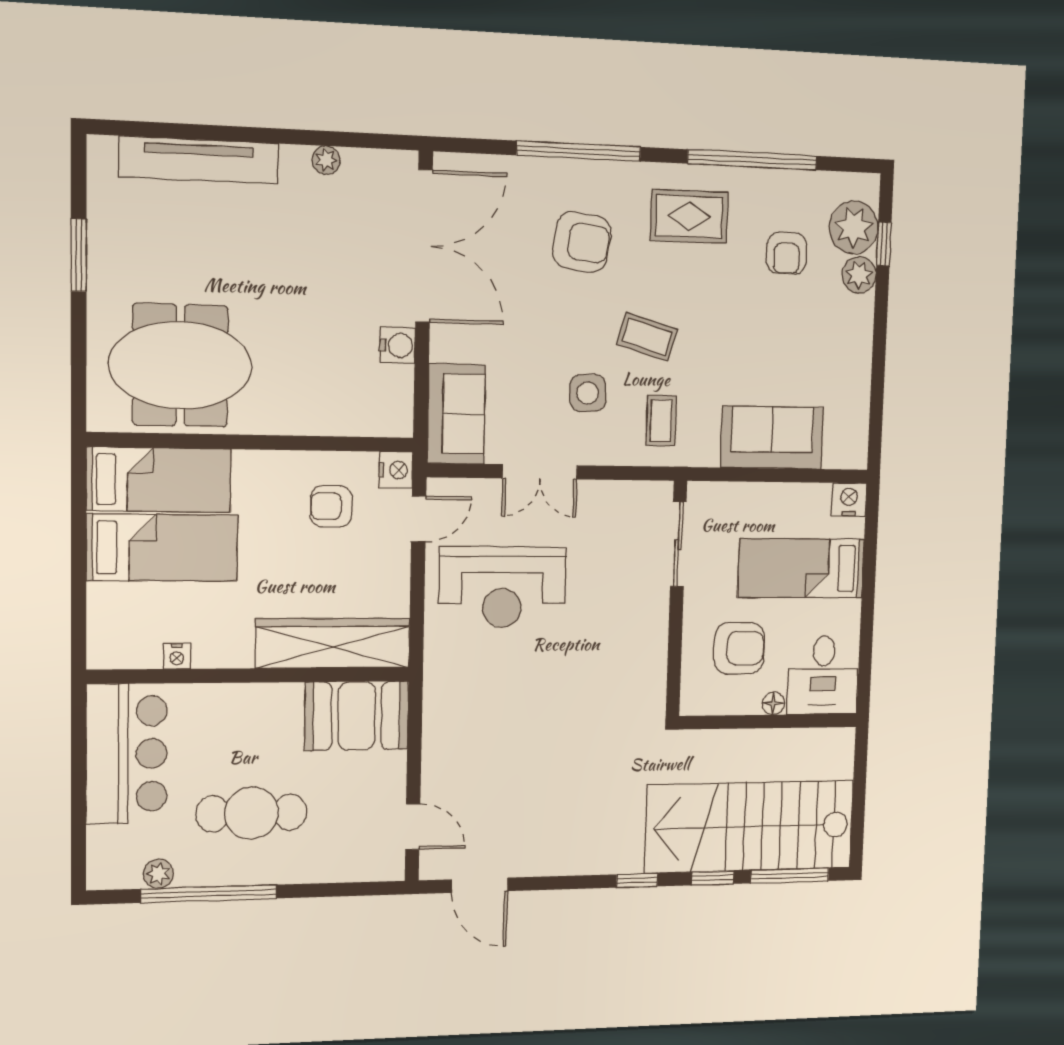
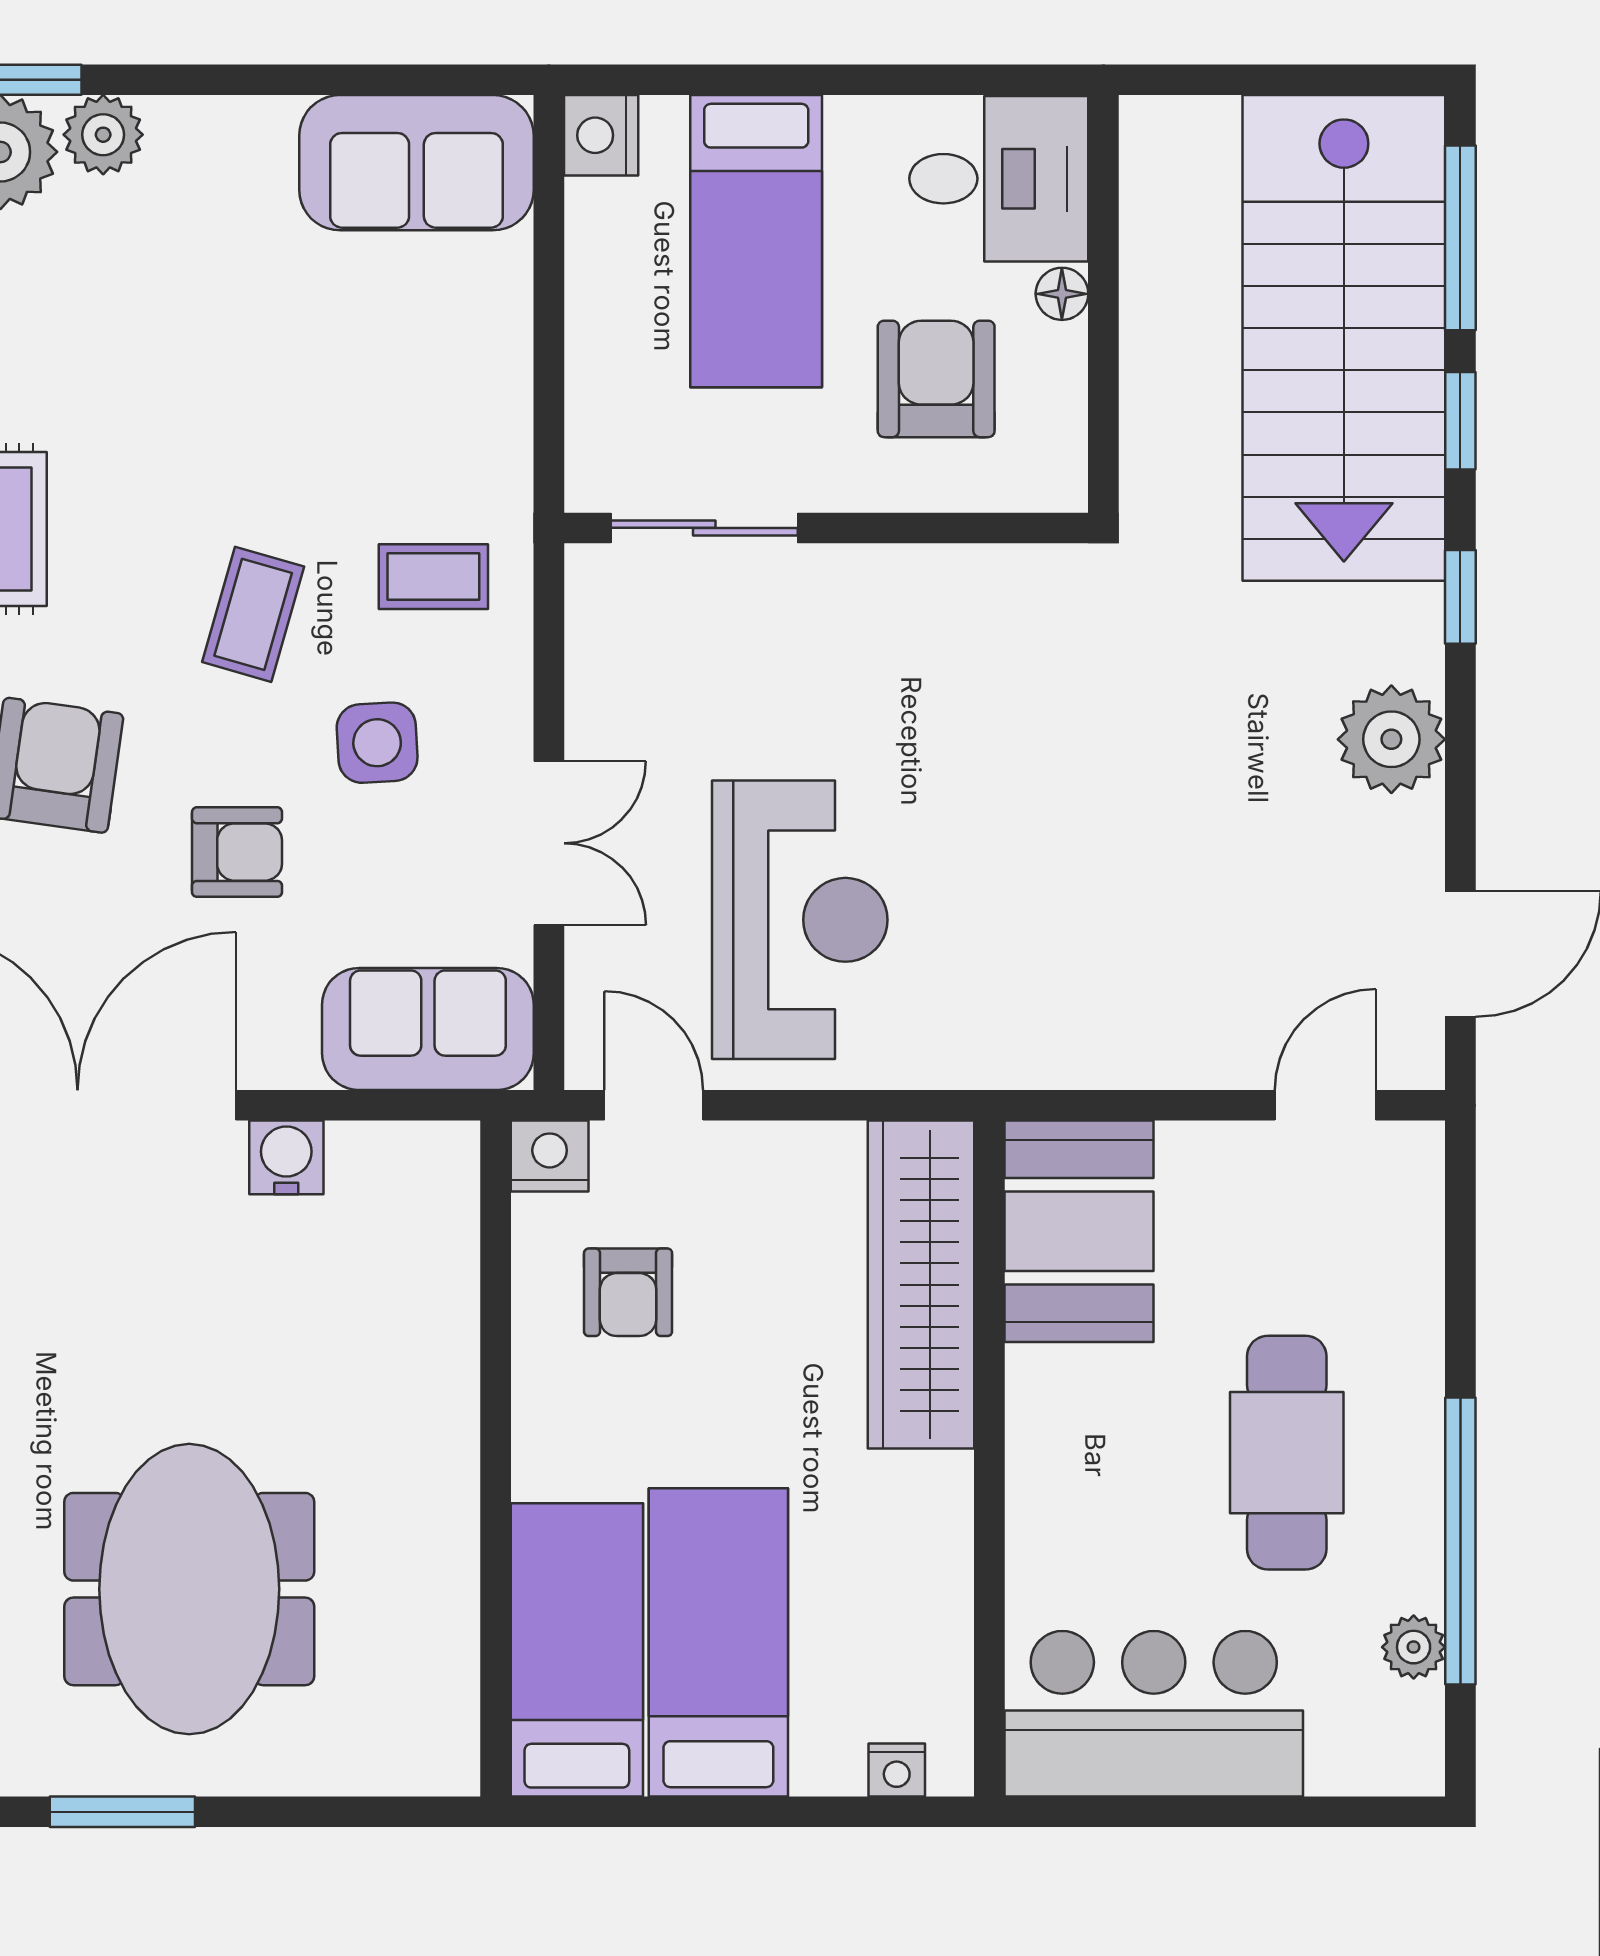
armchair: (787, 253) -> (237, 852), moved
meeting table: (180, 365) -> (189, 1589), moved
sofa: (772, 438) -> (416, 163), moved, turned -90
nightstand: (177, 656) -> (897, 1770), moved, turned 90
plant: (576, 852) -> (1391, 739), added

